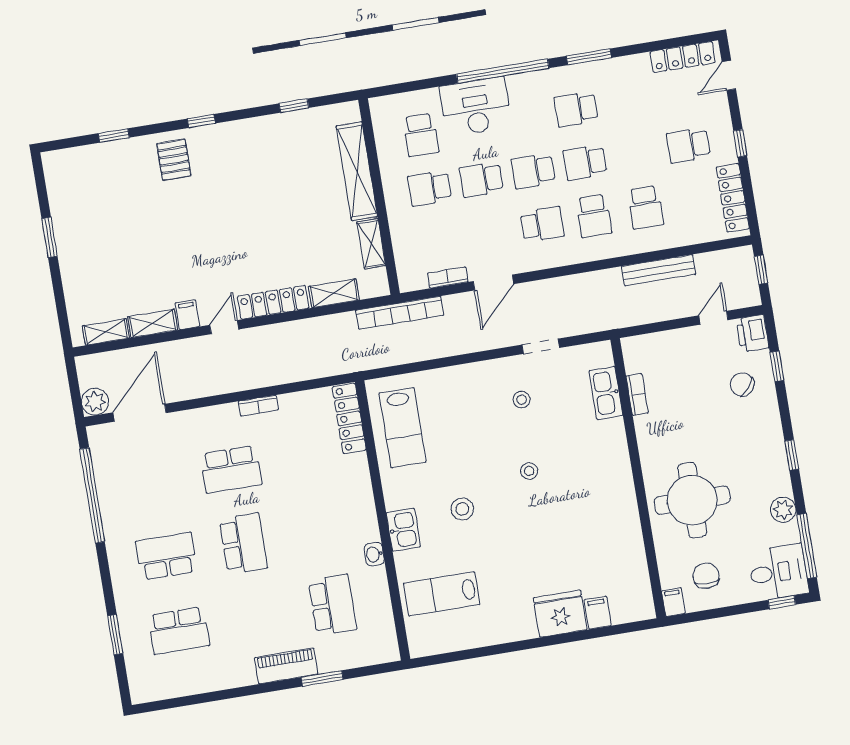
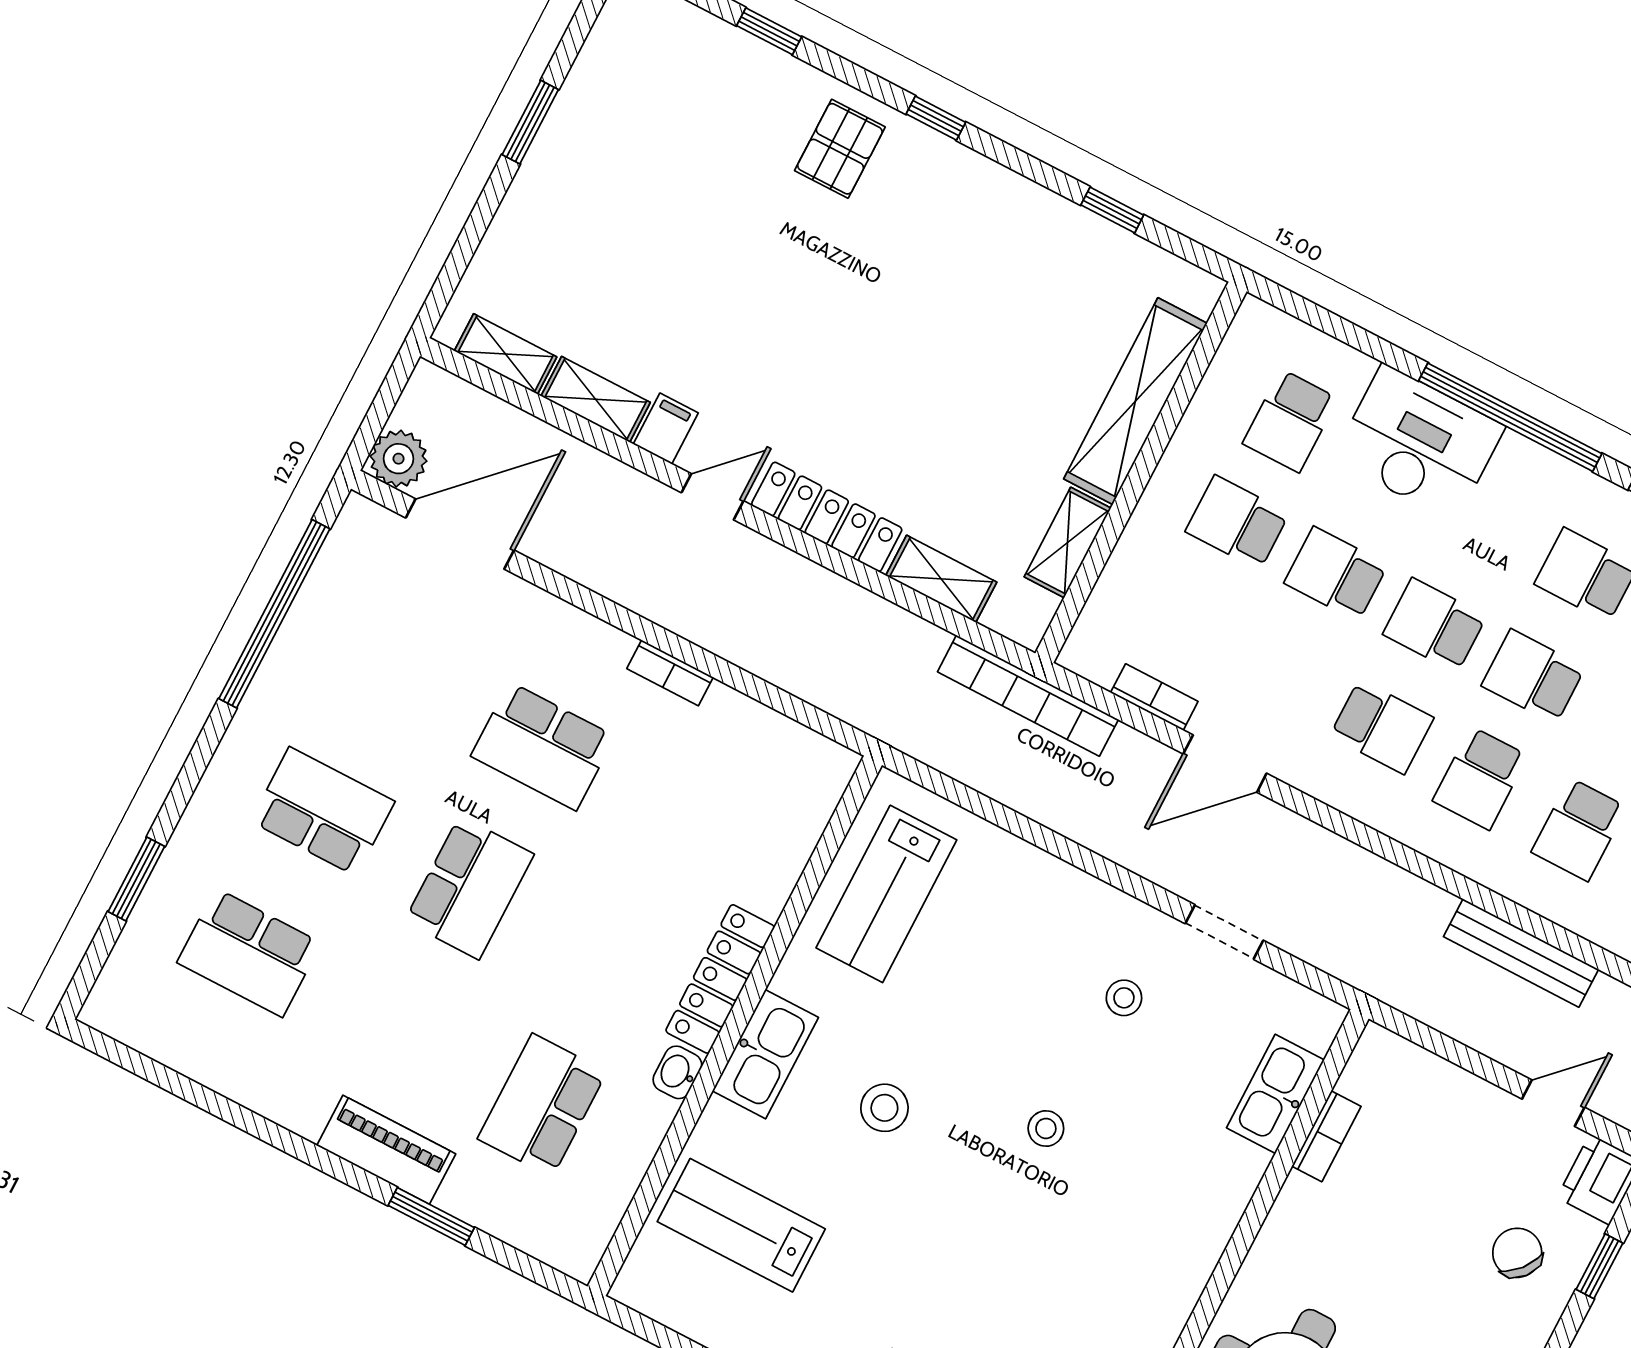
locker: (349, 418) -> (720, 979), moved
kitchen sink: (403, 530) -> (765, 1054), width x1.38
school desk: (332, 605) -> (542, 1105), turned 180

